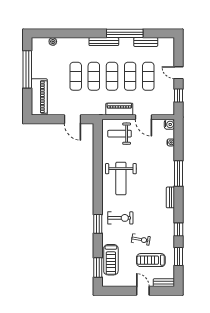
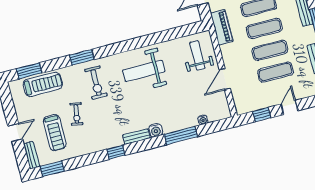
piano: (119, 109) -> (222, 27), moved
water cooler: (169, 124) -> (156, 130), moved
window: (178, 173) -> (181, 135), moved
window: (178, 229) -> (116, 152), moved
window: (178, 257) -> (52, 169), moved
treadmill: (111, 260) -> (43, 84), turned 180
treadmill: (151, 260) -> (55, 133), turned 180

